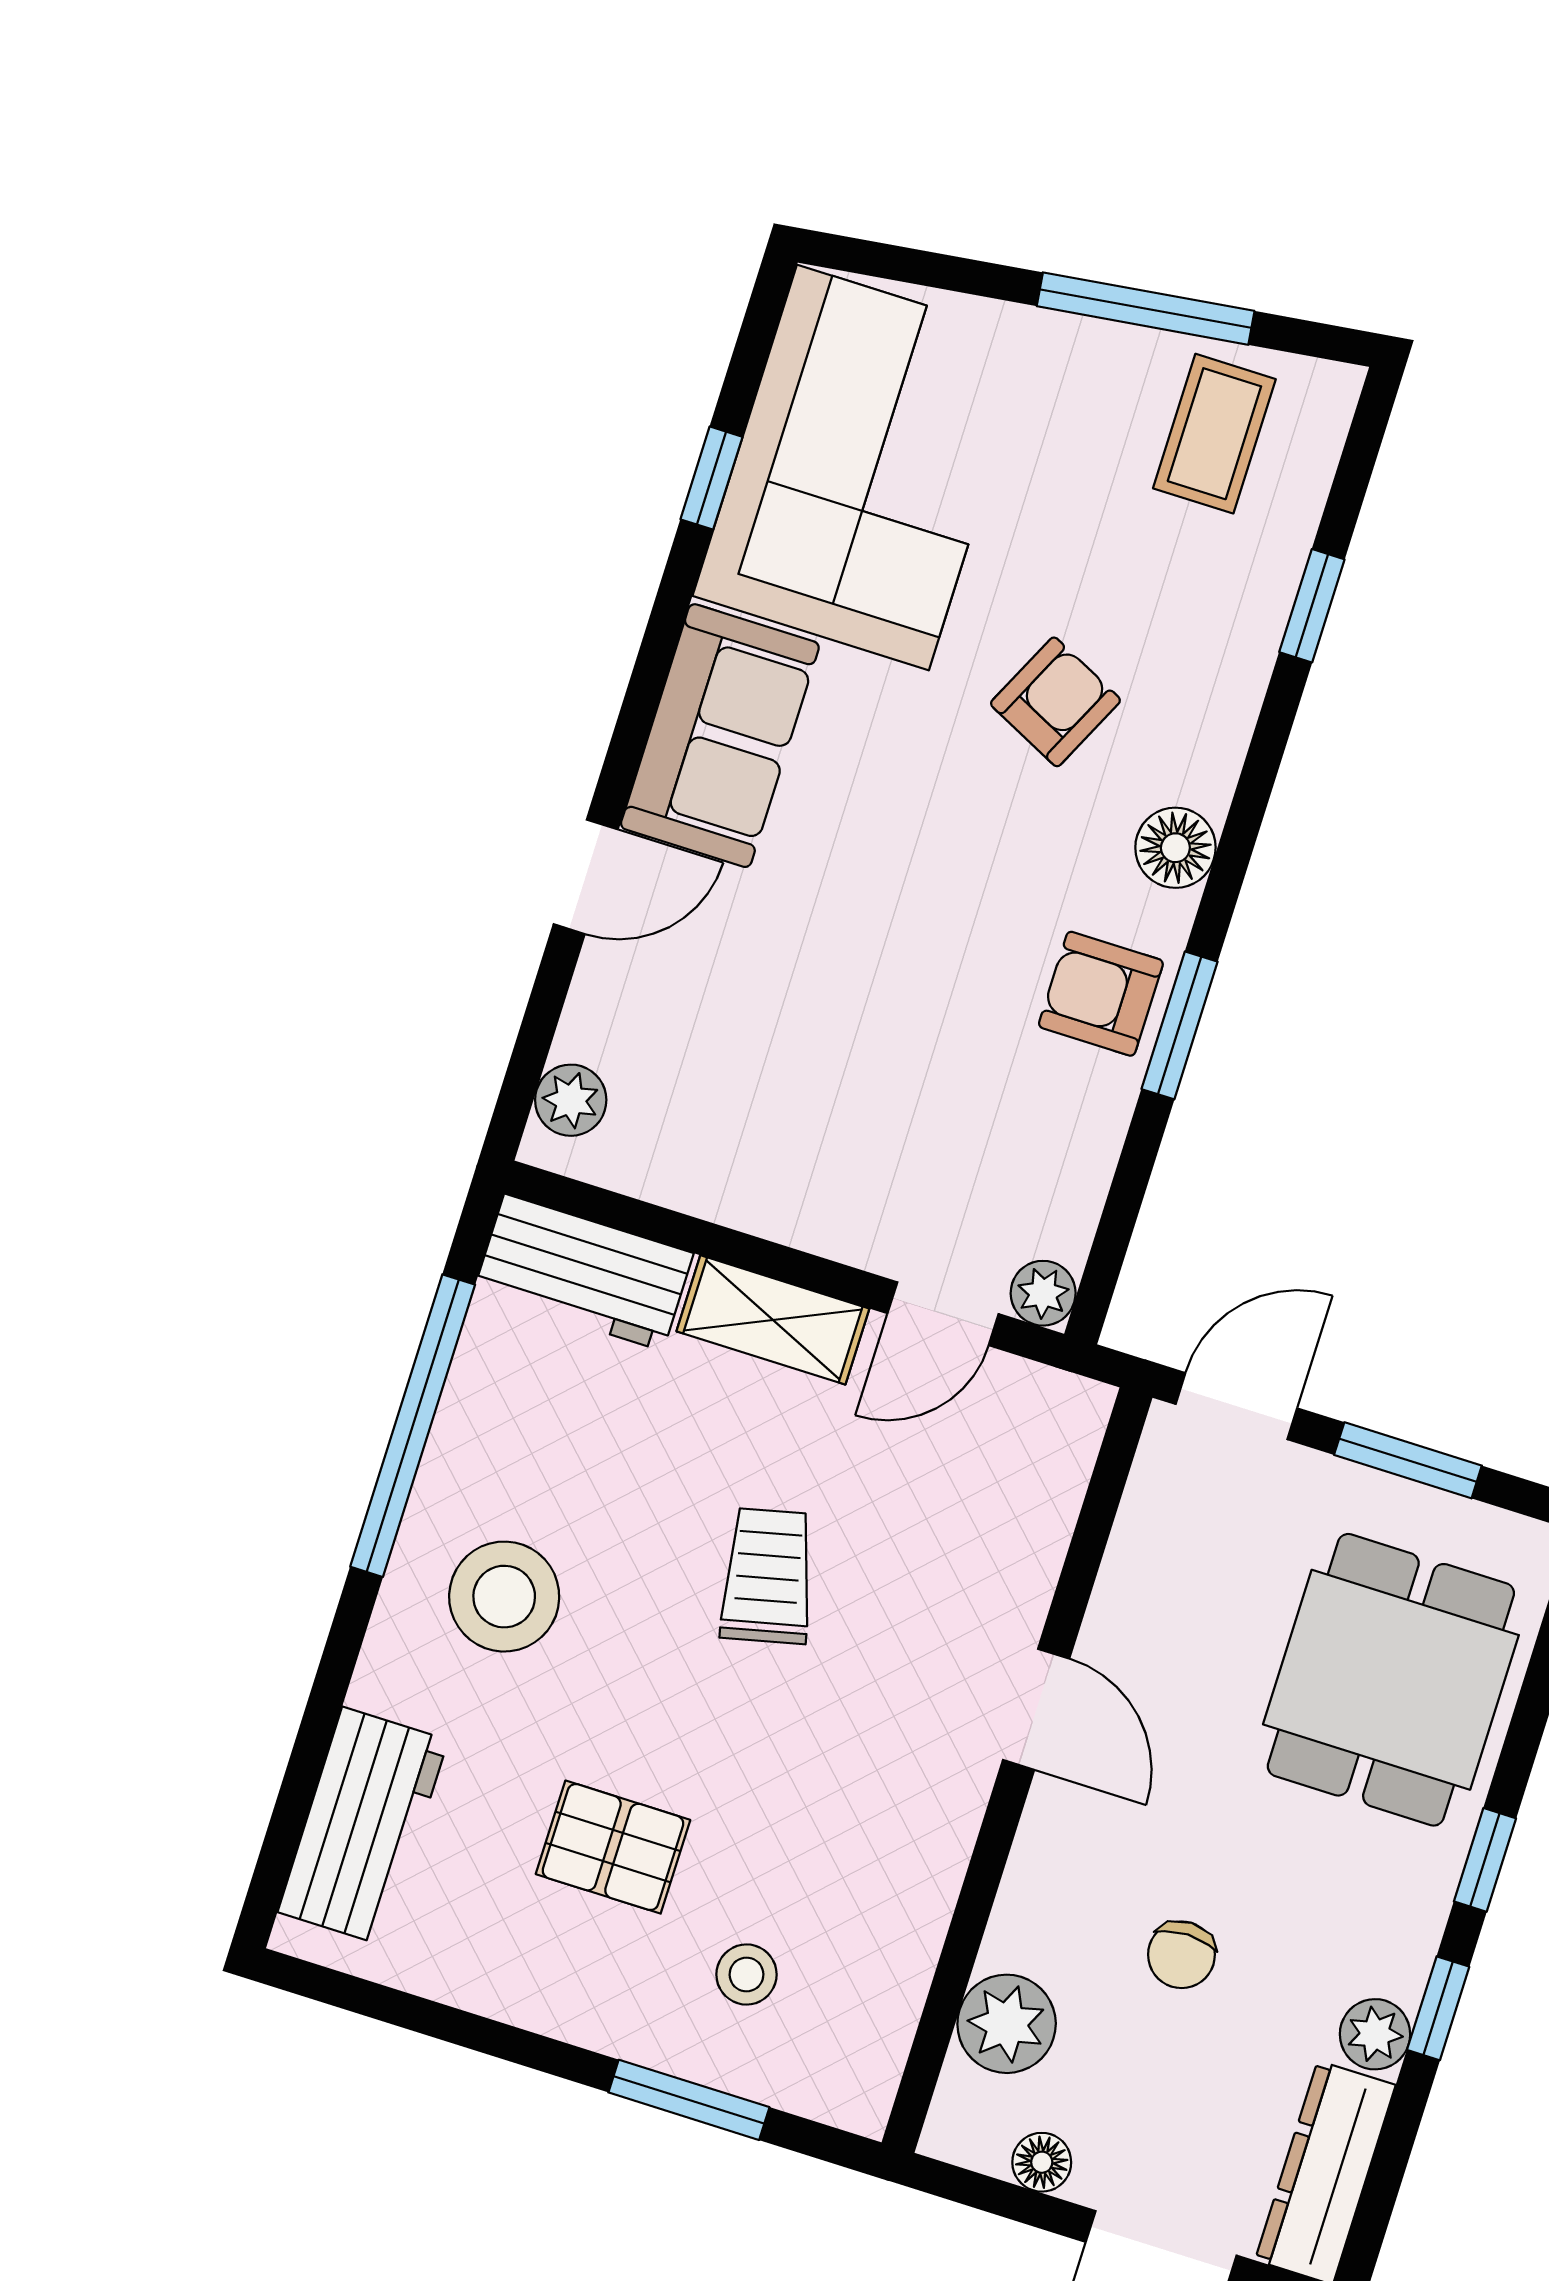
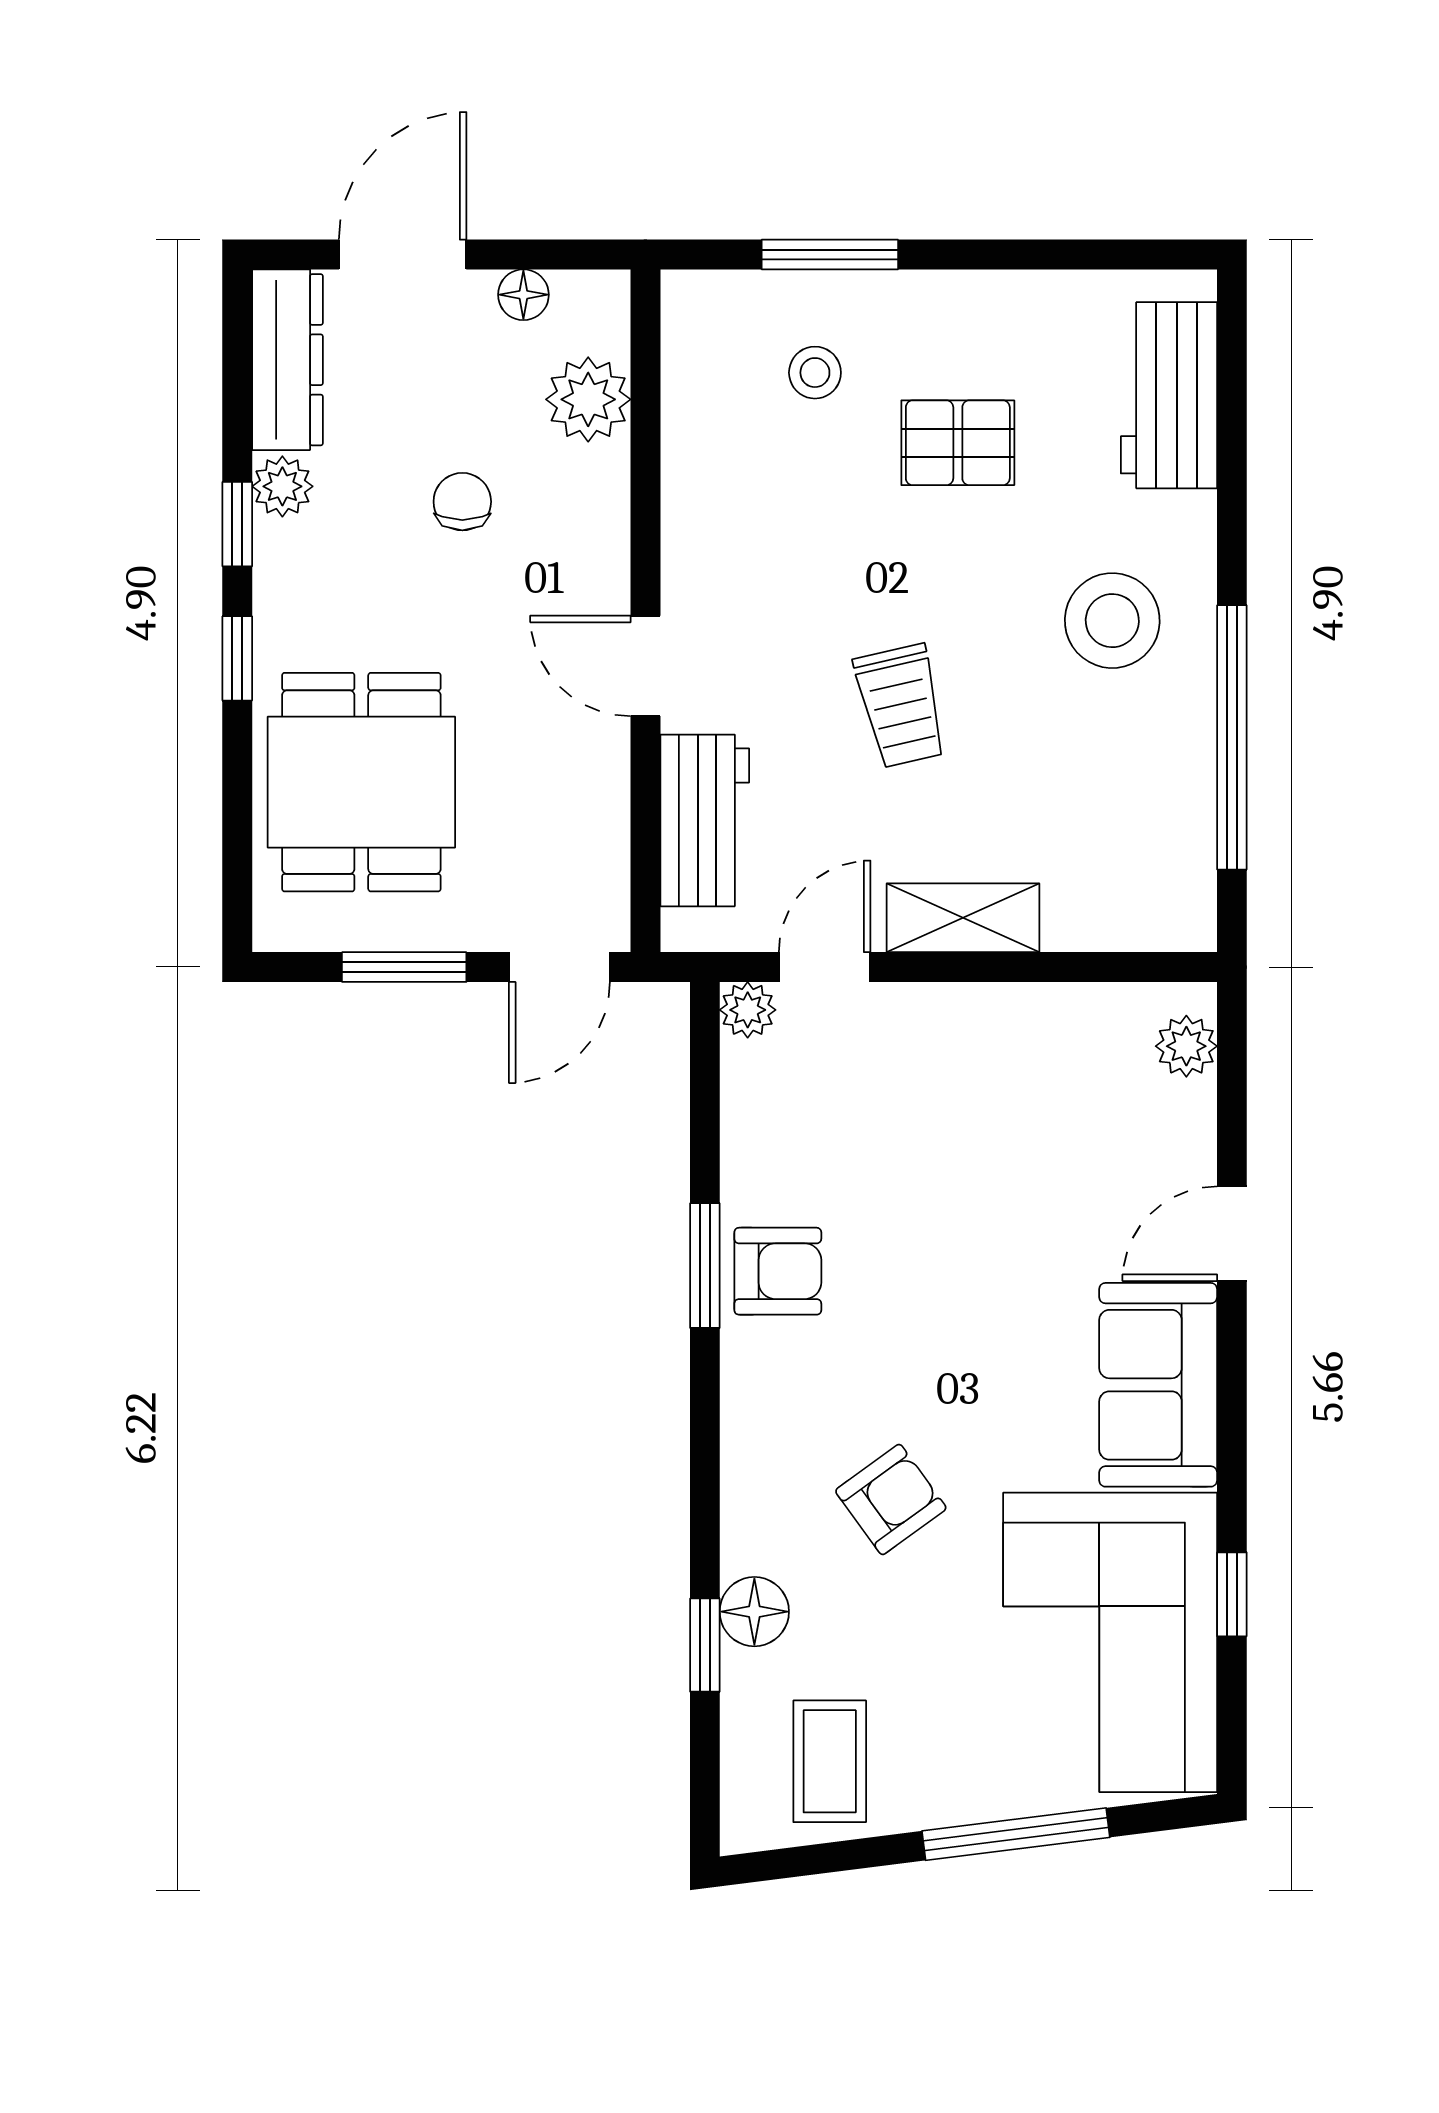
window: (1146, 309) -> (1016, 1834), moved
armchair: (1055, 702) -> (891, 1499), turned -152
floor lamp: (1175, 848) -> (754, 1612), moved
workbench: (583, 1272) -> (705, 820), moved, turned 90

